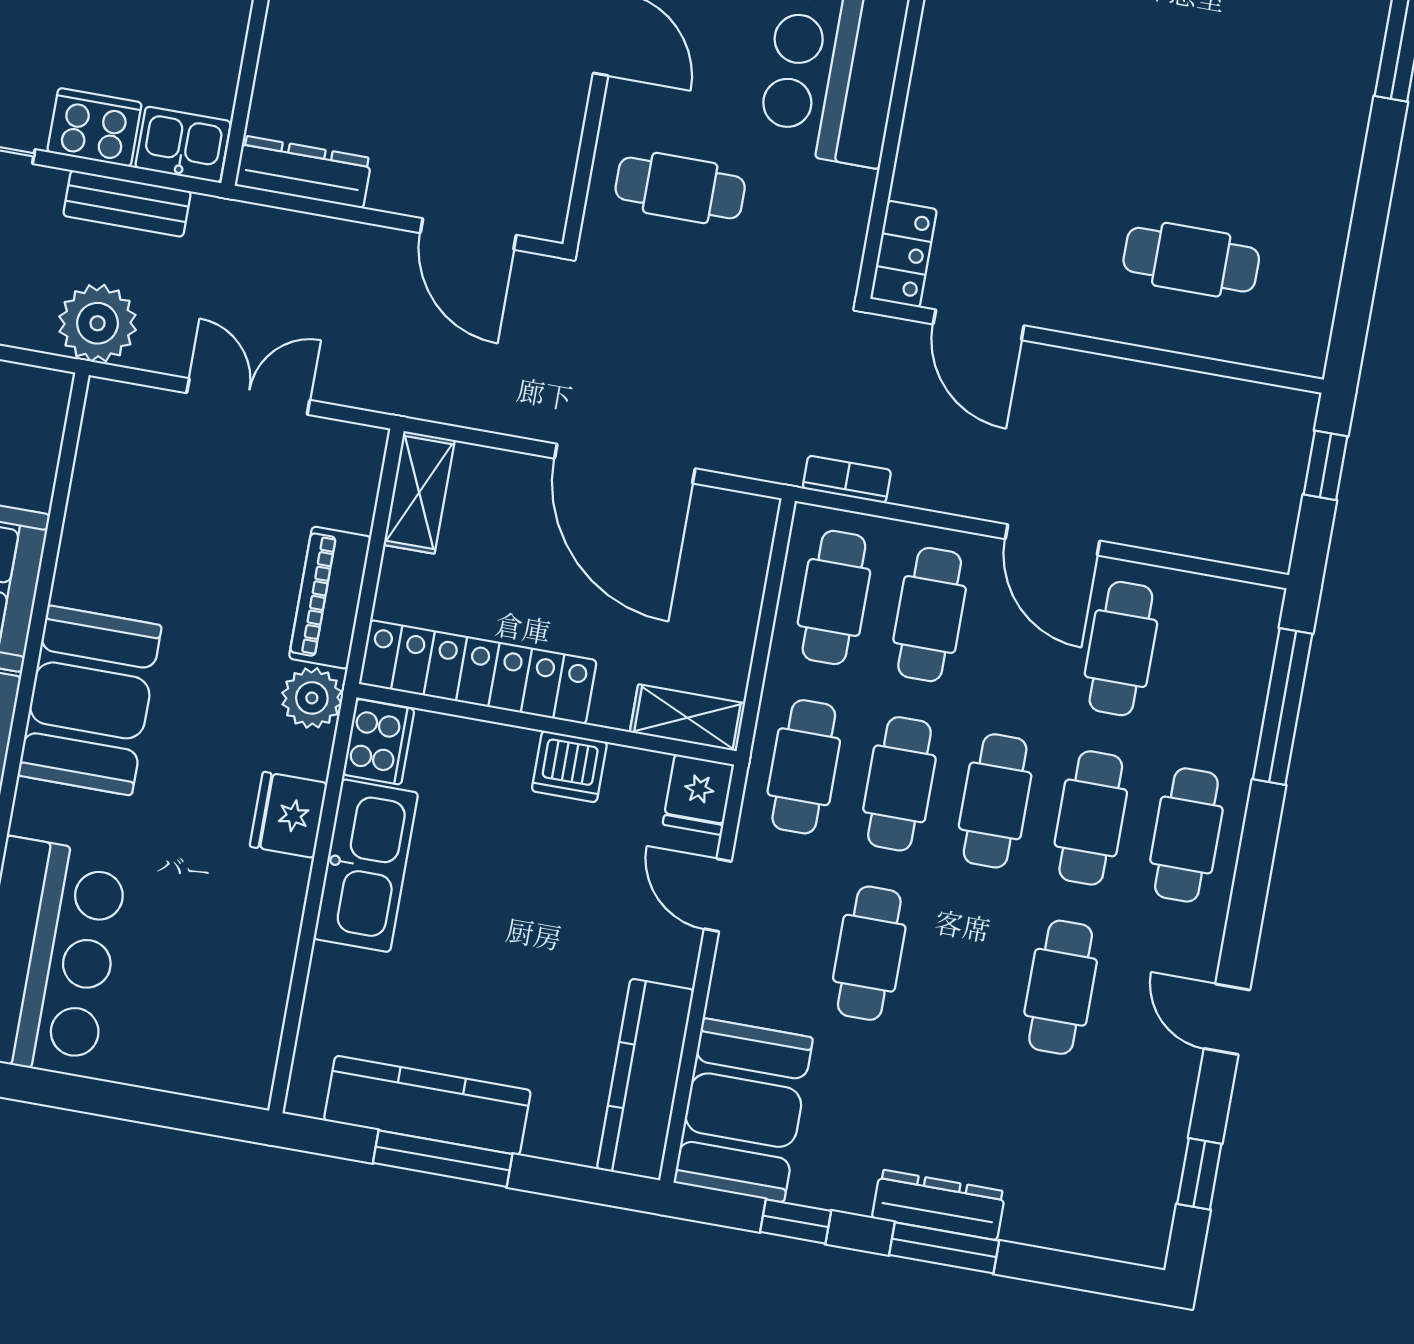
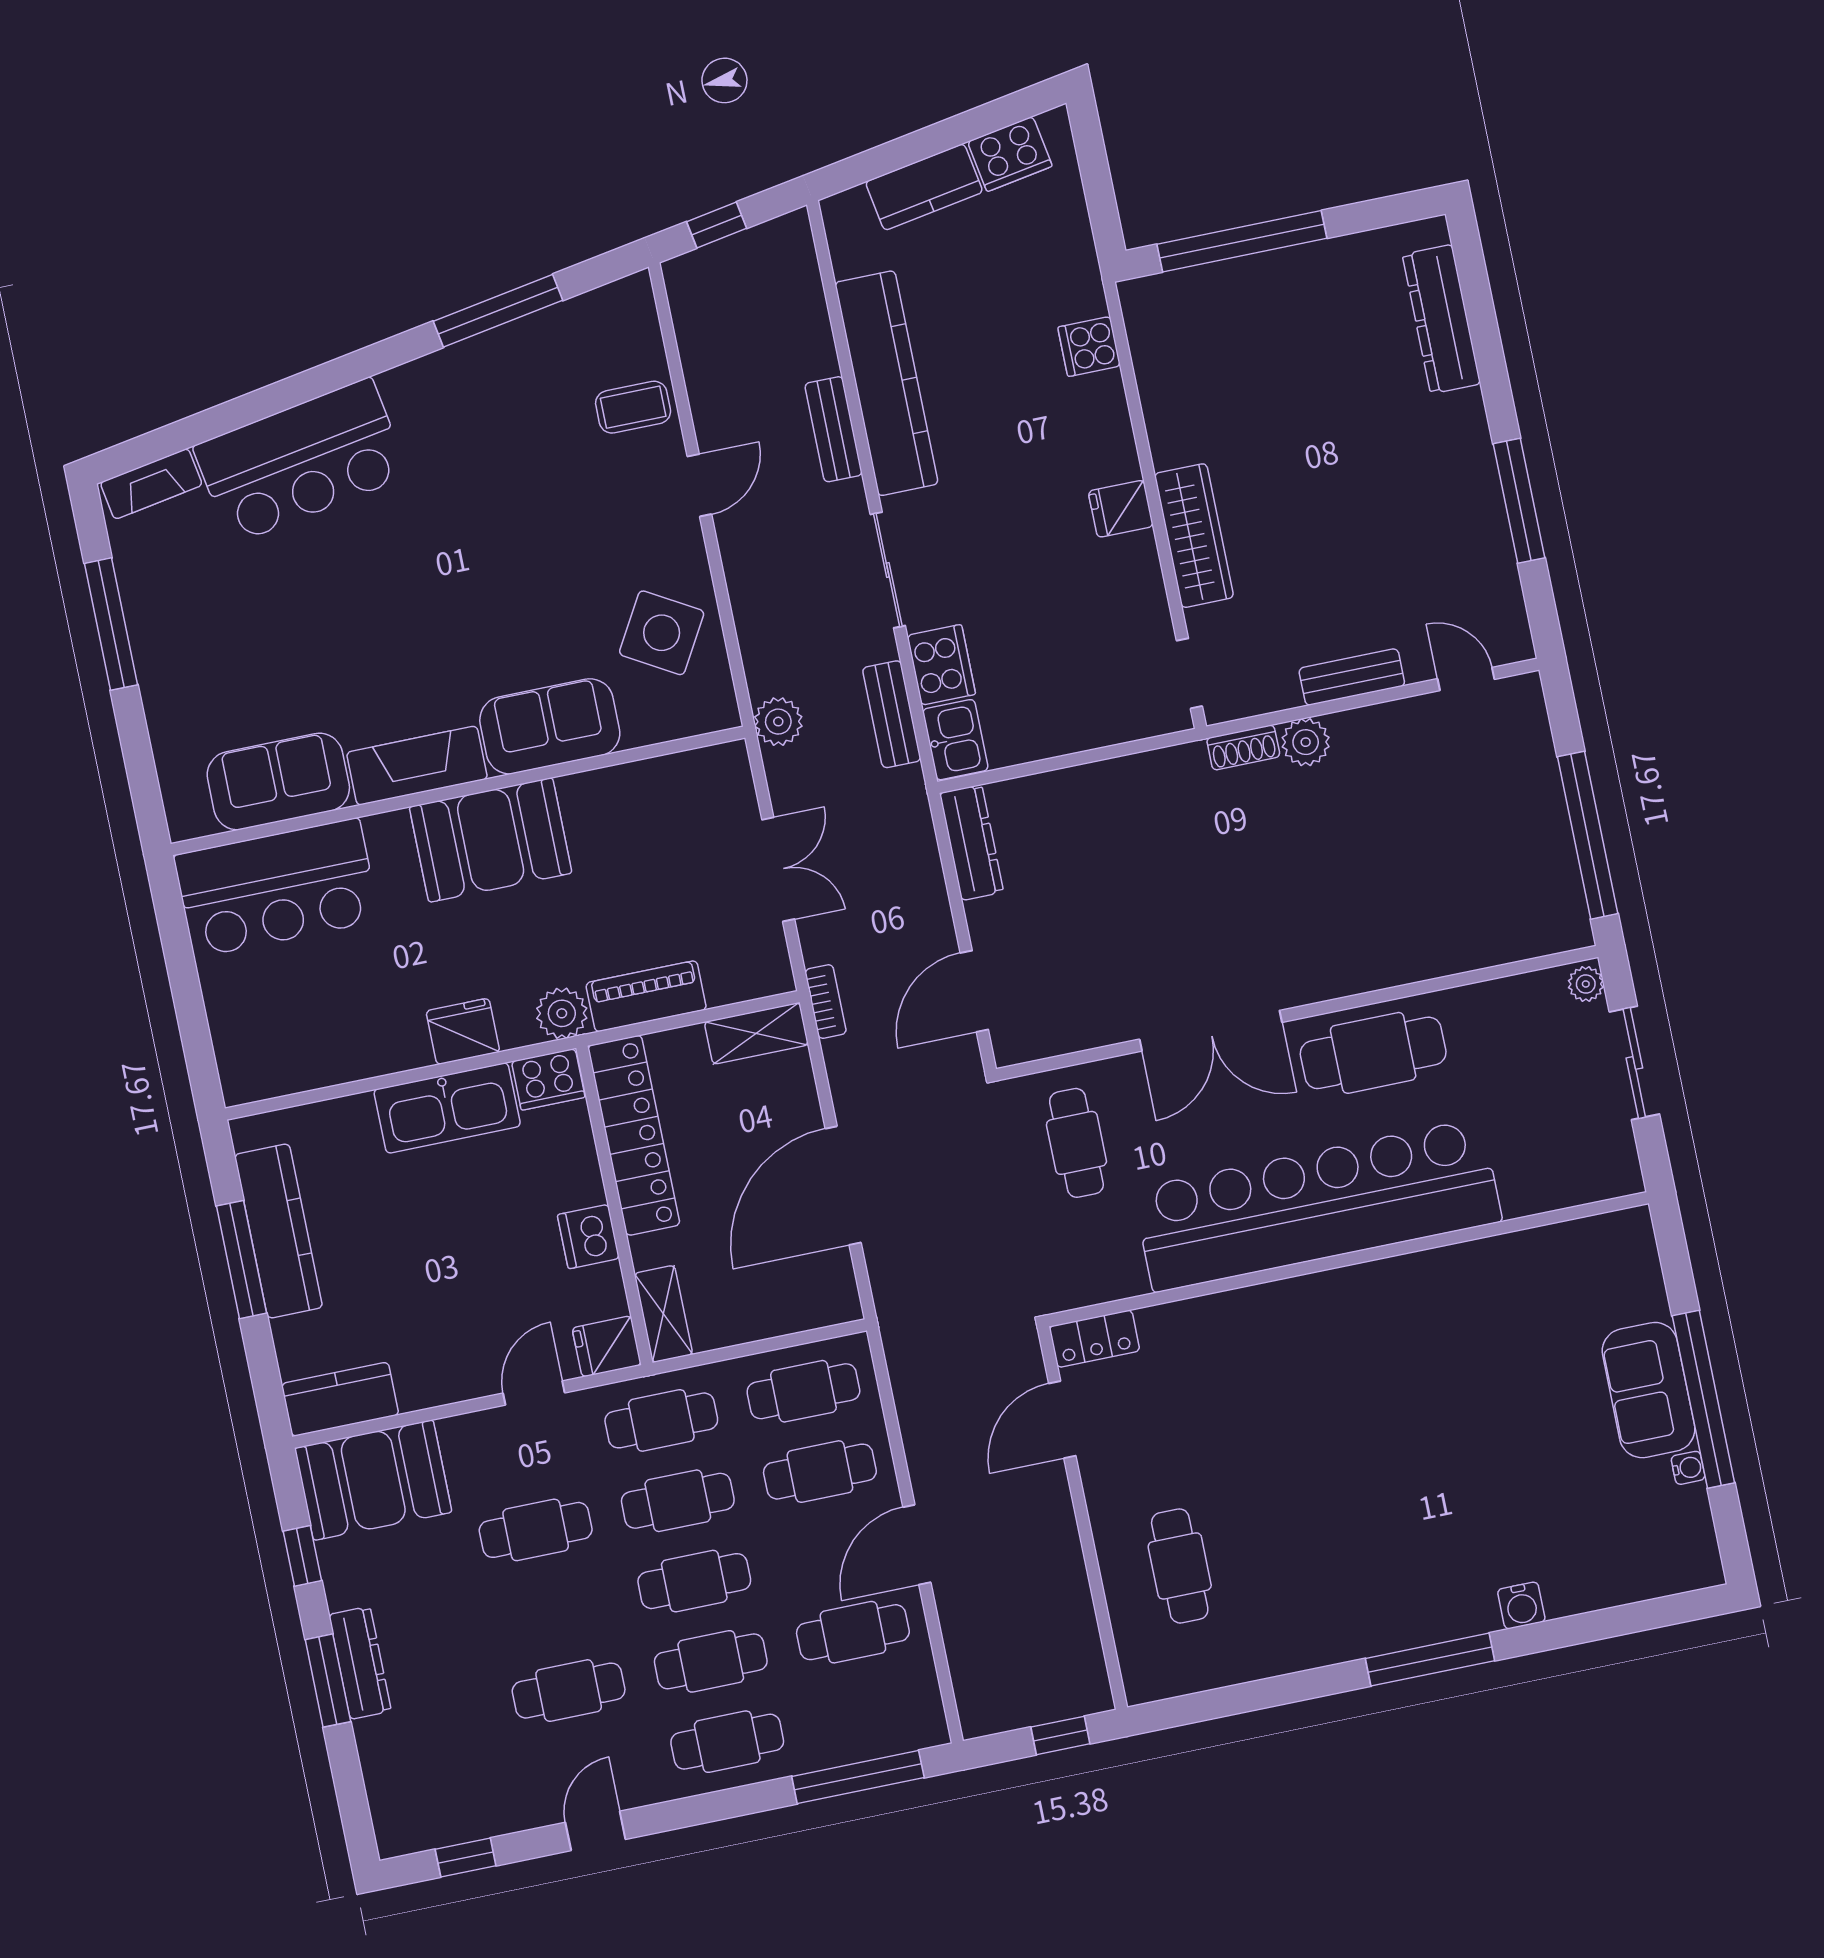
plant: (98, 323) -> (778, 722), width x0.73, depth x0.73
bookcase: (847, 479) -> (826, 1002), moved
kitchen counter: (645, 1079) -> (340, 1399), width x0.67

